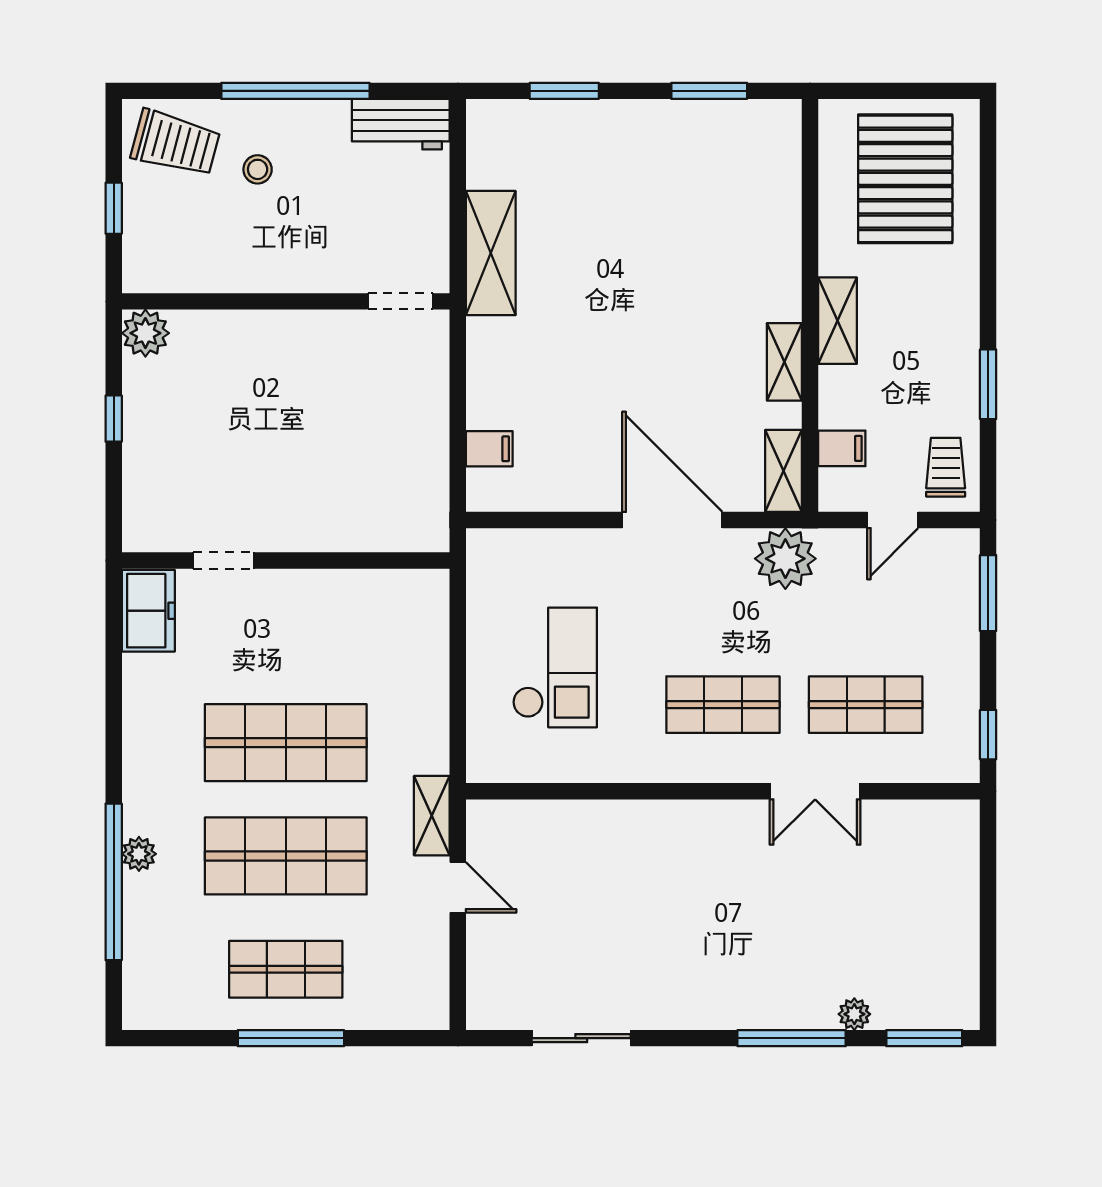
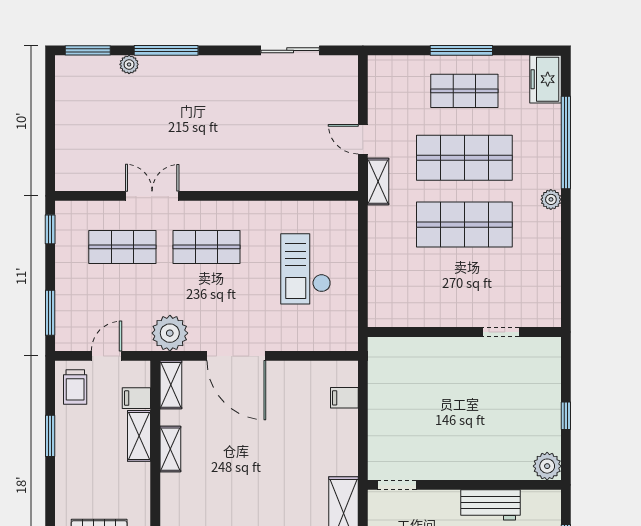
workbench: (241, 267) -> (491, 505), added
shelving: (838, 321) -> (139, 436), moved
freezer: (148, 611) -> (545, 79), moved
plant: (139, 854) -> (551, 199), moved

